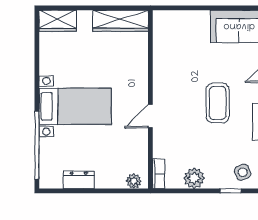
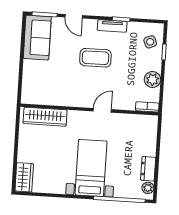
wardrobe: (120, 21) -> (45, 117), moved, turned 90
door: (150, 116) -> (102, 110), swing flipped
plant: (134, 181) -> (148, 188), moved

